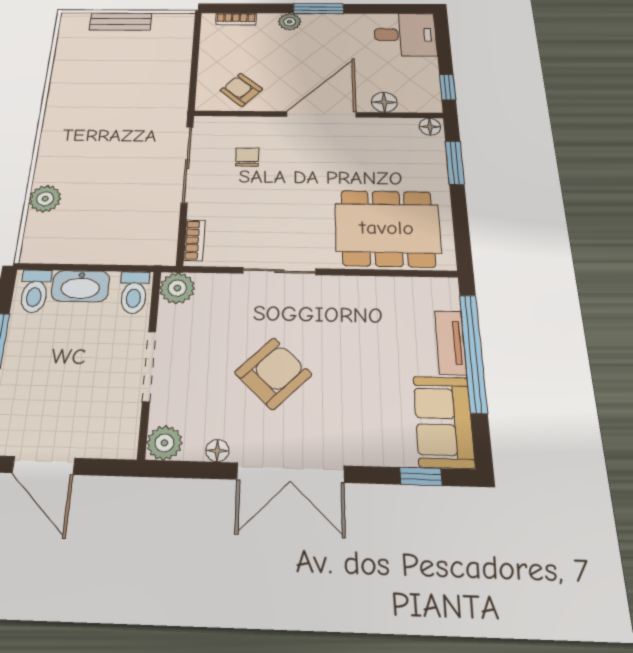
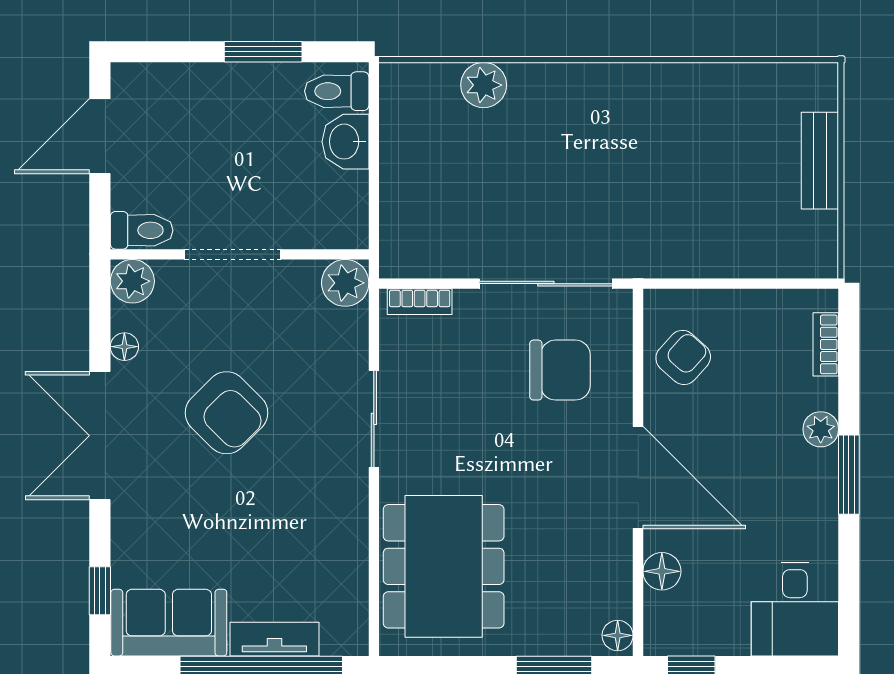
chair: (247, 157) -> (560, 370), width x1.87, depth x1.87
washbasin: (80, 286) -> (345, 142), width x0.72
toilet: (134, 292) -> (142, 230), moved, turned 180

